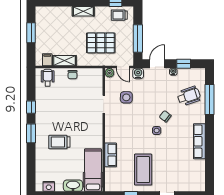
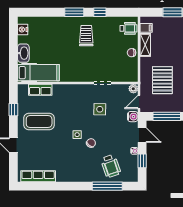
side table: (126, 97) -> (100, 109), moved
row of seats: (199, 141) -> (38, 176), moved
trolley: (59, 142) -> (86, 36), moved
row of seats: (111, 155) -> (40, 90), moved

